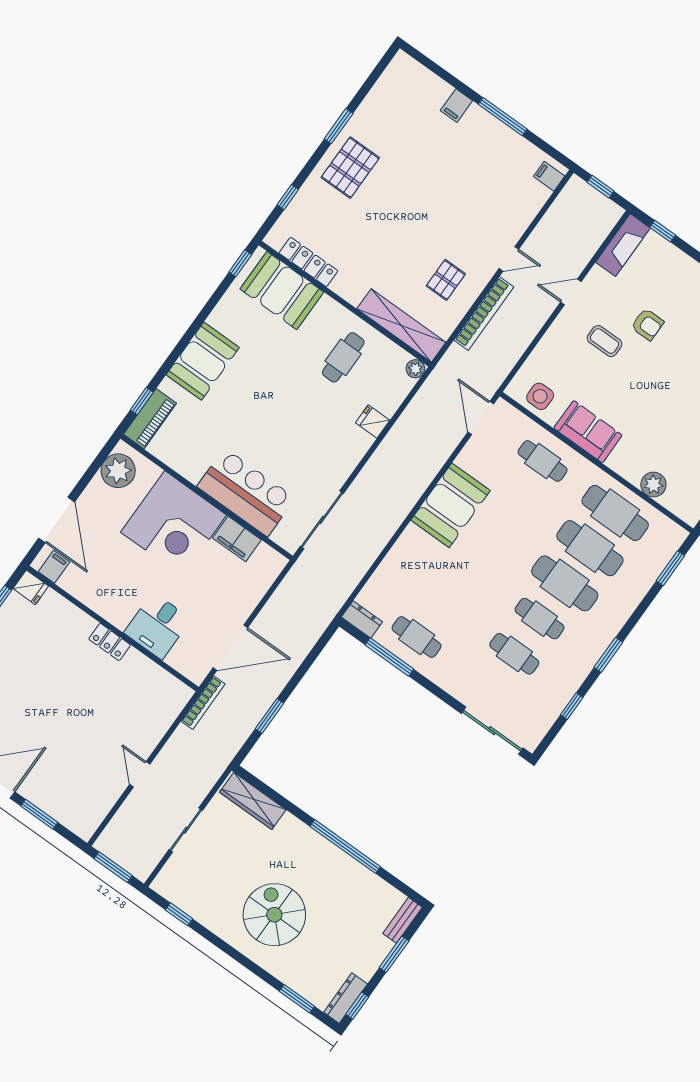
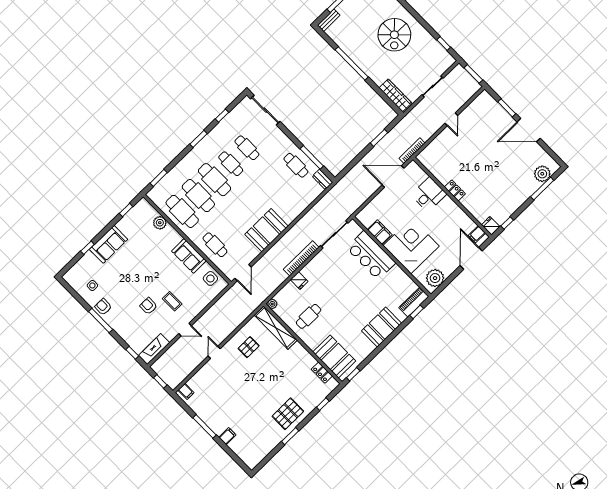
door: (509, 259) -> (214, 352), hinge flipped
locker: (308, 262) -> (322, 373), width x0.66
bookcase: (484, 313) -> (301, 258), moved

